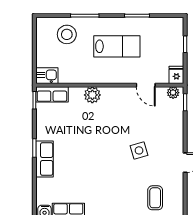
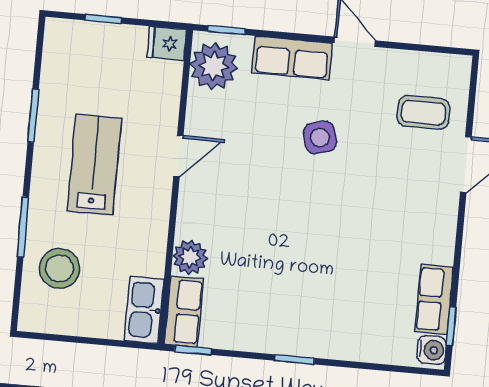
kitchen sink: (47, 76) -> (144, 310), width x1.38
door: (146, 85) -> (178, 156), moved
plant: (173, 93) -> (214, 66), width x1.87, depth x1.87
plant: (92, 95) -> (190, 257), moved
row of seats: (45, 159) -> (292, 58), moved, turned 180

